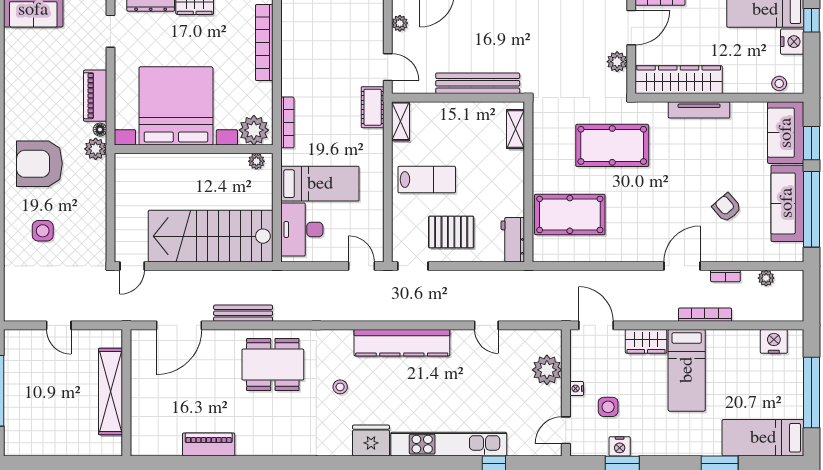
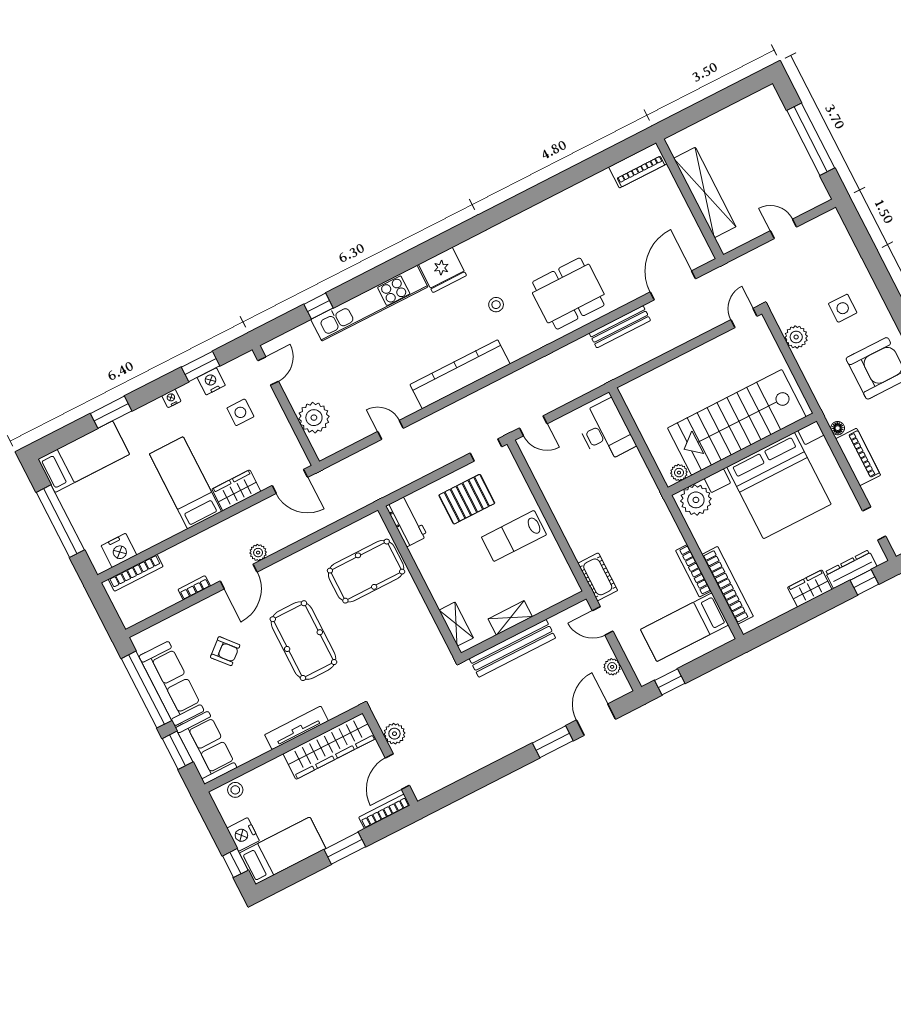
shelving: (401, 121) -> (510, 618), moved, turned 90
bookcase: (287, 122) -> (693, 571), moved
pool table: (612, 145) -> (303, 641), moved, turned 90
plant: (96, 149) -> (796, 337), moved
bed: (320, 184) -> (684, 627), moved
stairs: (211, 236) -> (737, 422), moved, turned 180
plant: (766, 278) -> (258, 553), moved
bookcase: (705, 315) -> (136, 573), moved
nightstand: (577, 389) -> (171, 398), moved, turned -90
piano: (209, 444) -> (638, 165), moved

